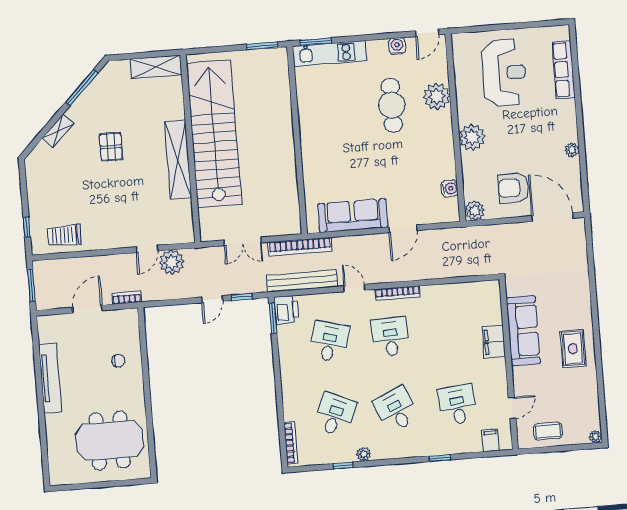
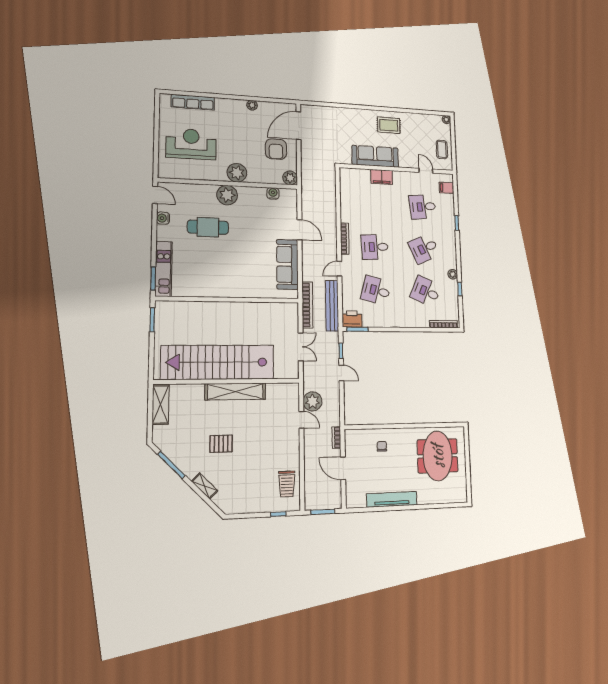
plant: (437, 96) -> (227, 195), moved

